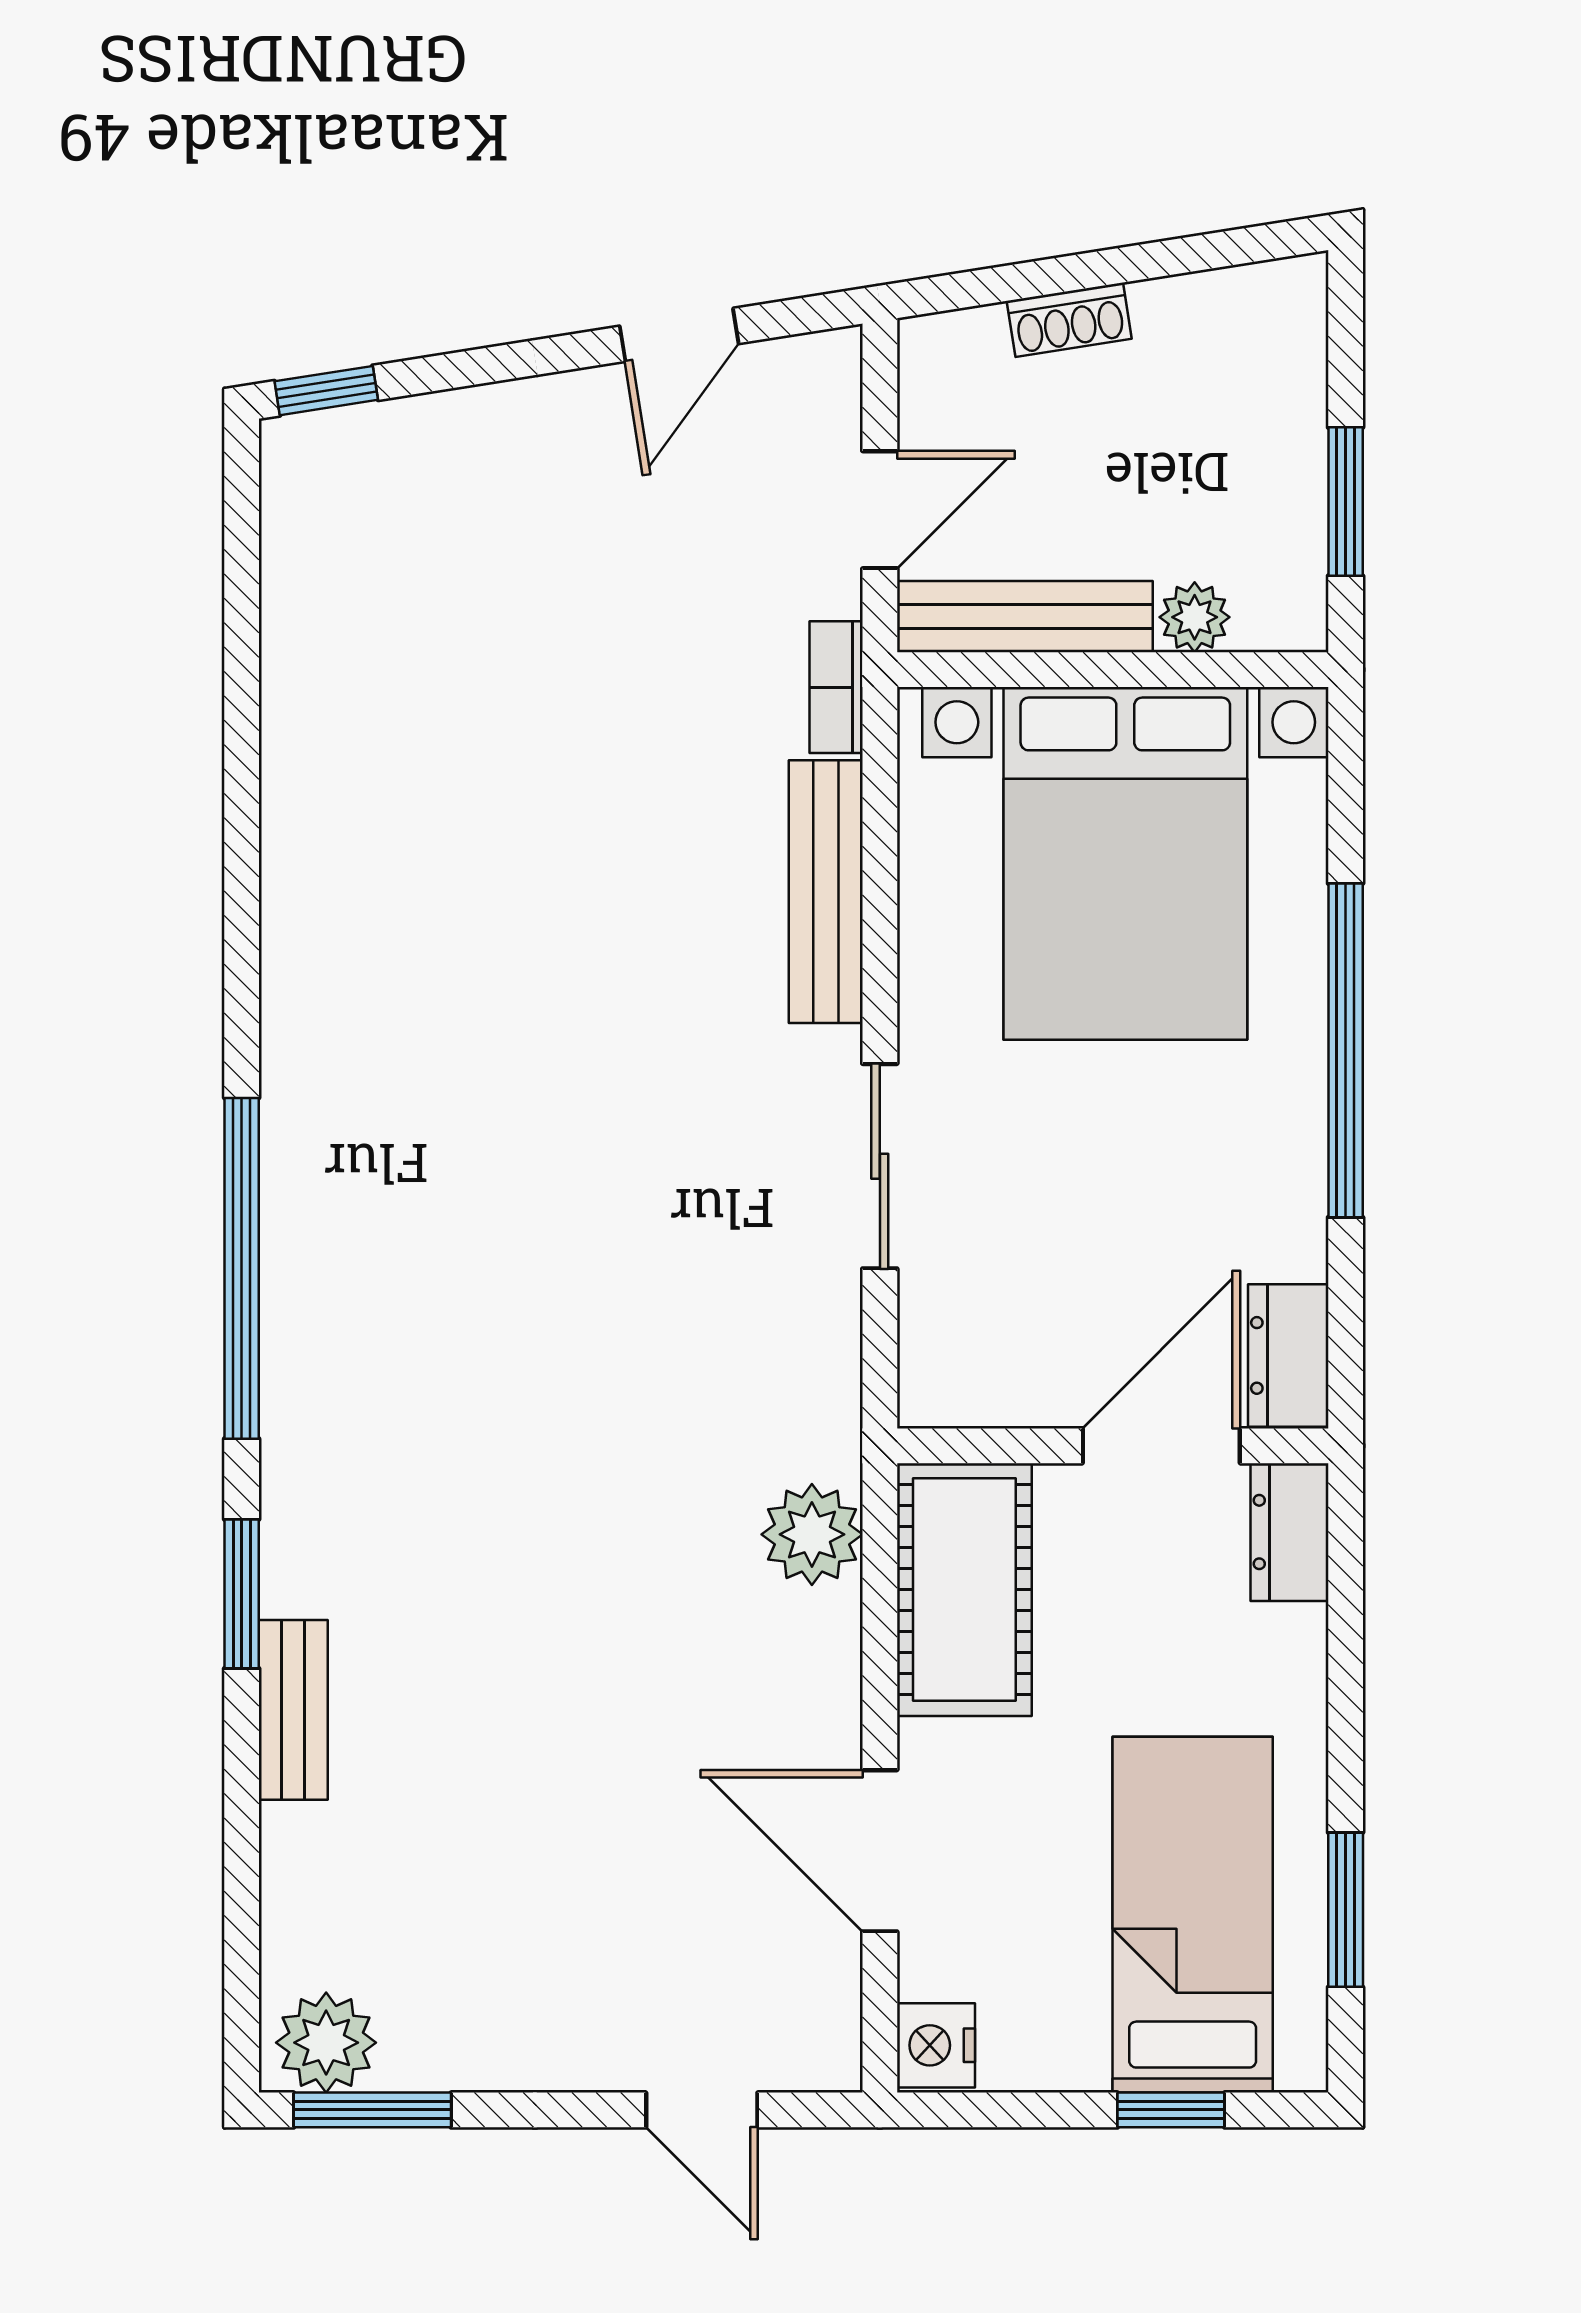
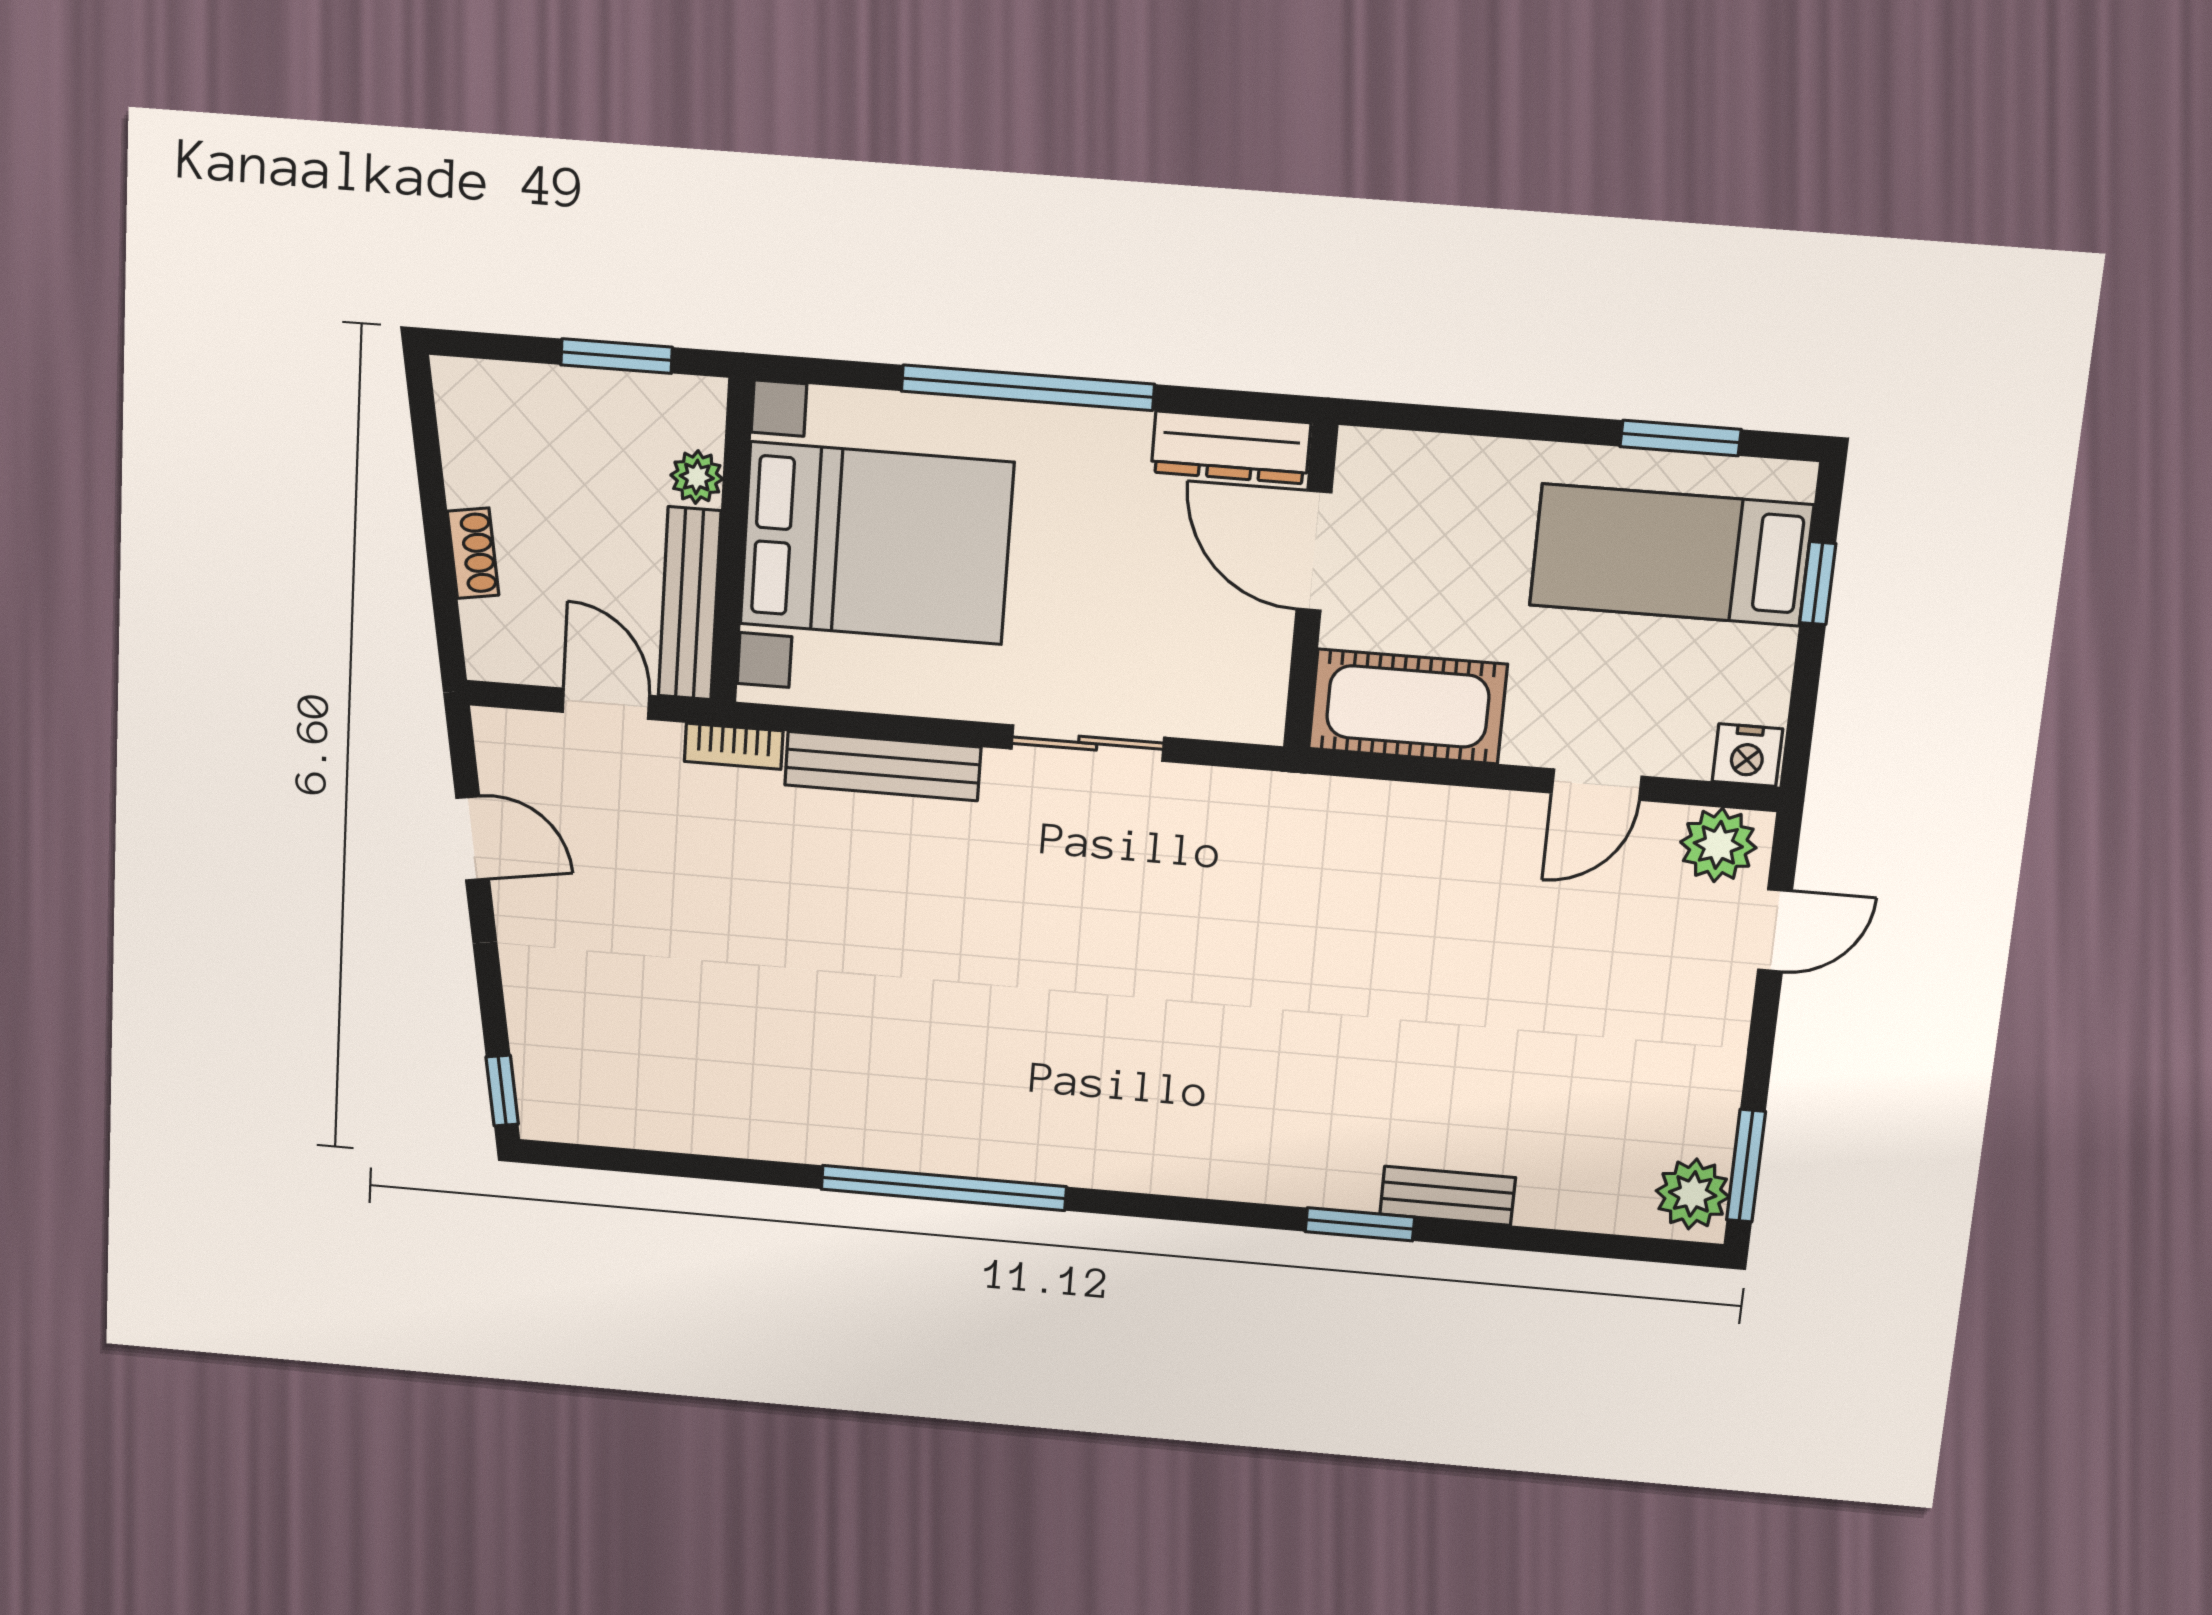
window: (242, 1268) -> (944, 1188), moved
dresser: (1288, 1355) -> (1231, 447), width x1.44
dresser: (1289, 1532) -> (1388, 459), removed
plant: (812, 1534) -> (1718, 845), moved
door: (880, 1851) -> (1597, 785), width x0.73

